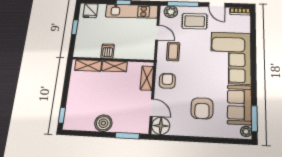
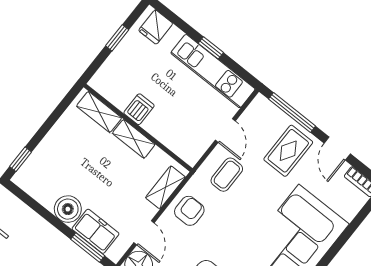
plant: (171, 12) -> (266, 112), removed
rug: (195, 21) -> (288, 151), turned 90
freezer: (126, 124) -> (96, 231), added

